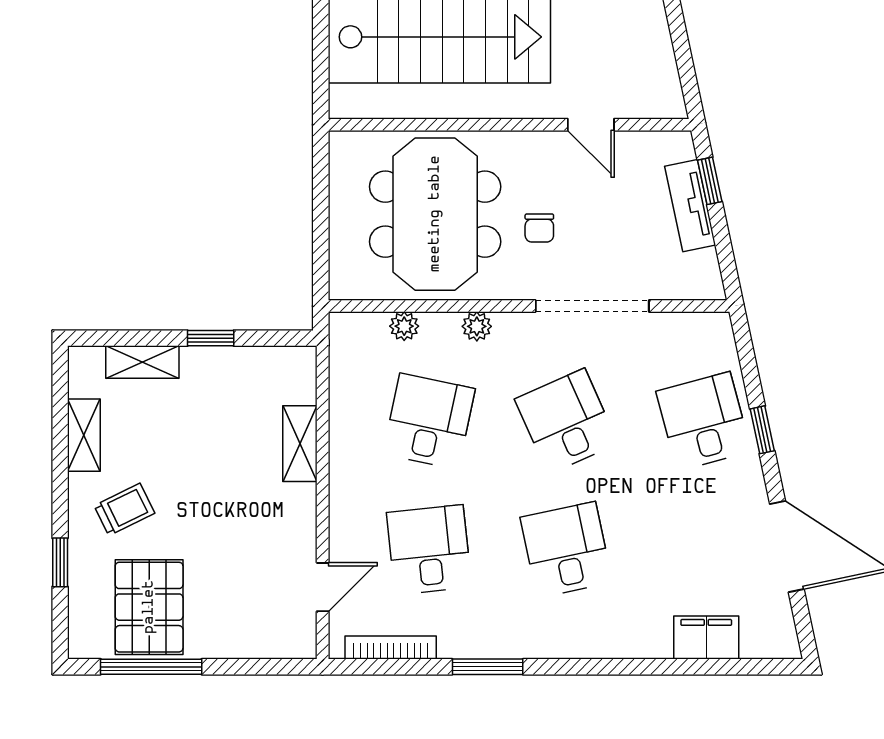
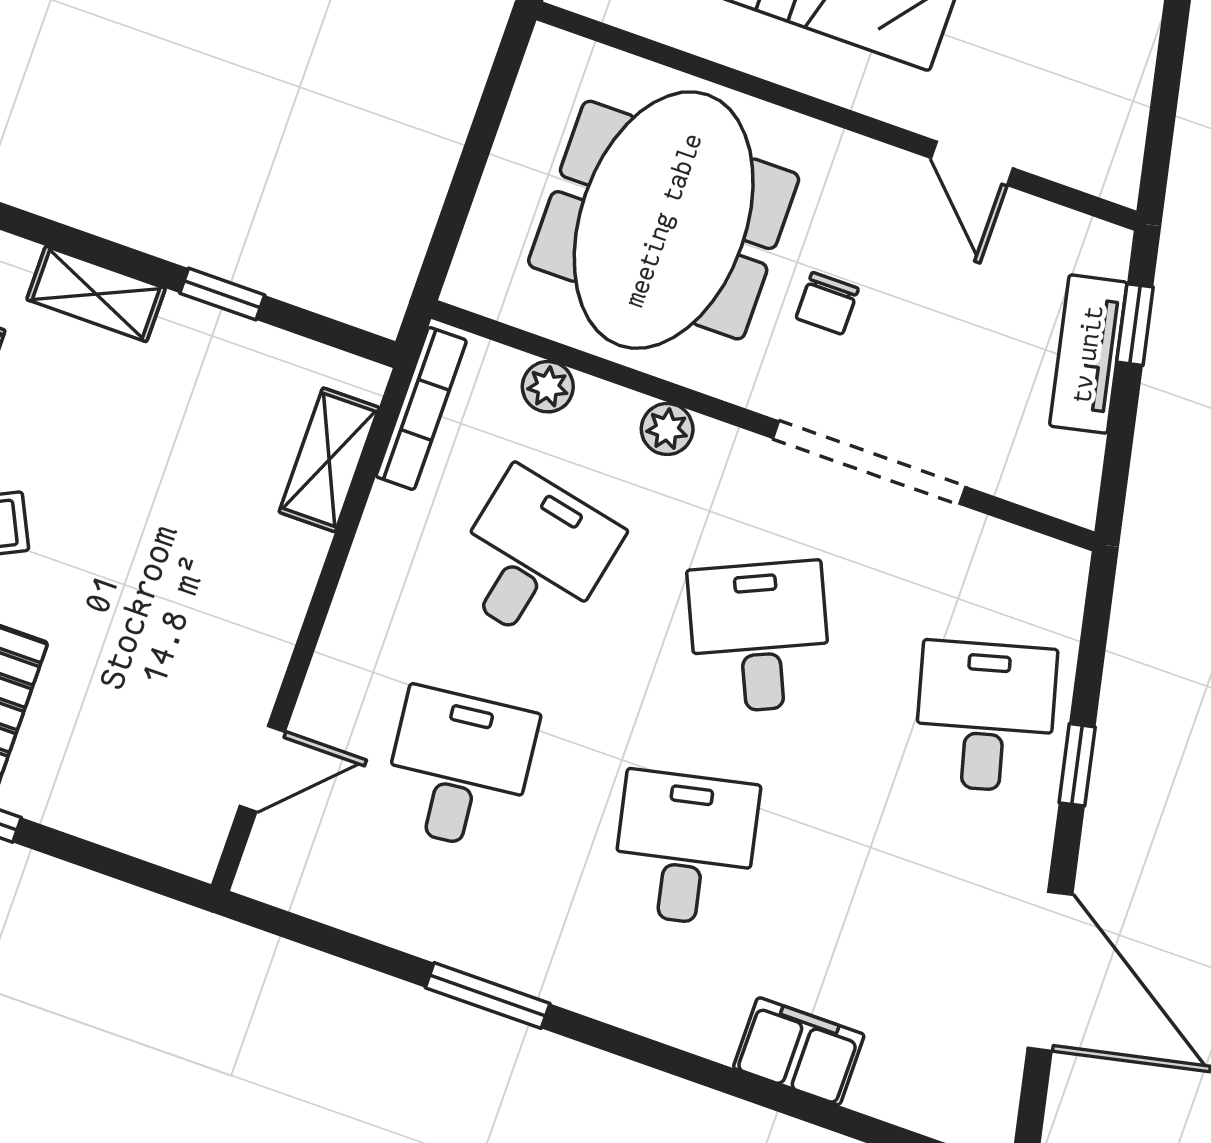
shelving: (300, 444) -> (329, 460), moved
filing cabinet: (706, 638) -> (799, 1051), moved
bookcase: (391, 648) -> (421, 408), moved, turned 90

